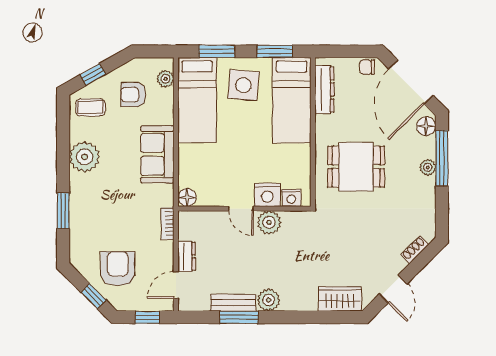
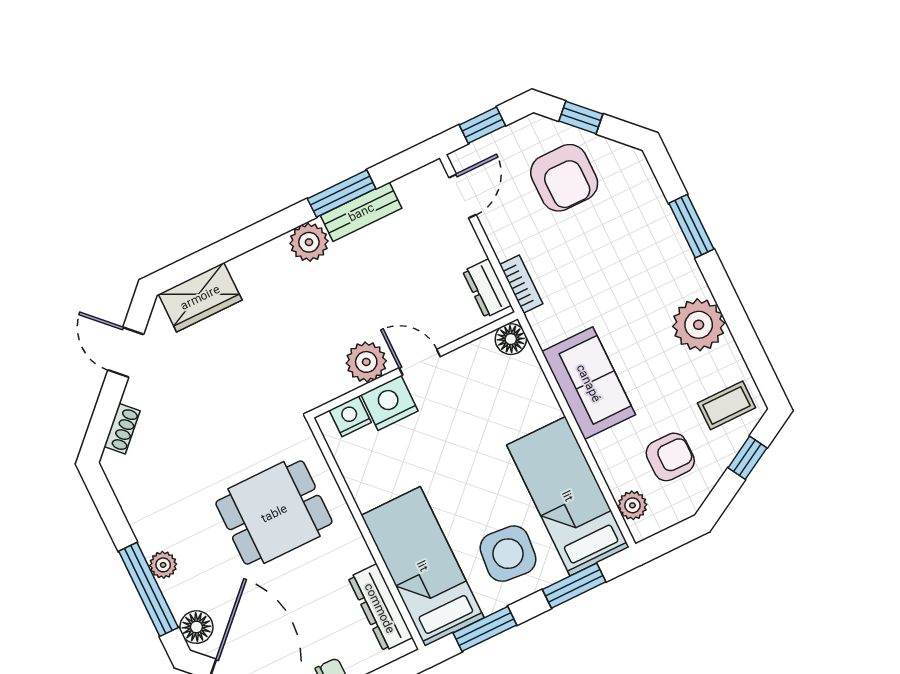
dresser: (187, 256) -> (487, 288), moved

